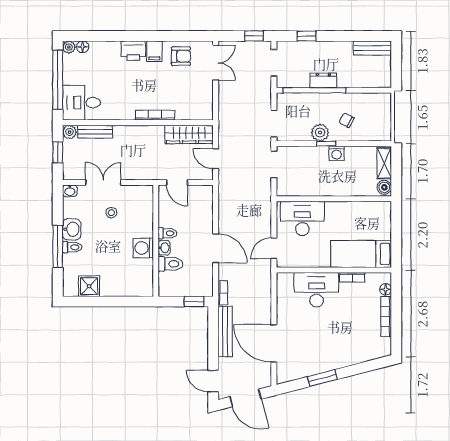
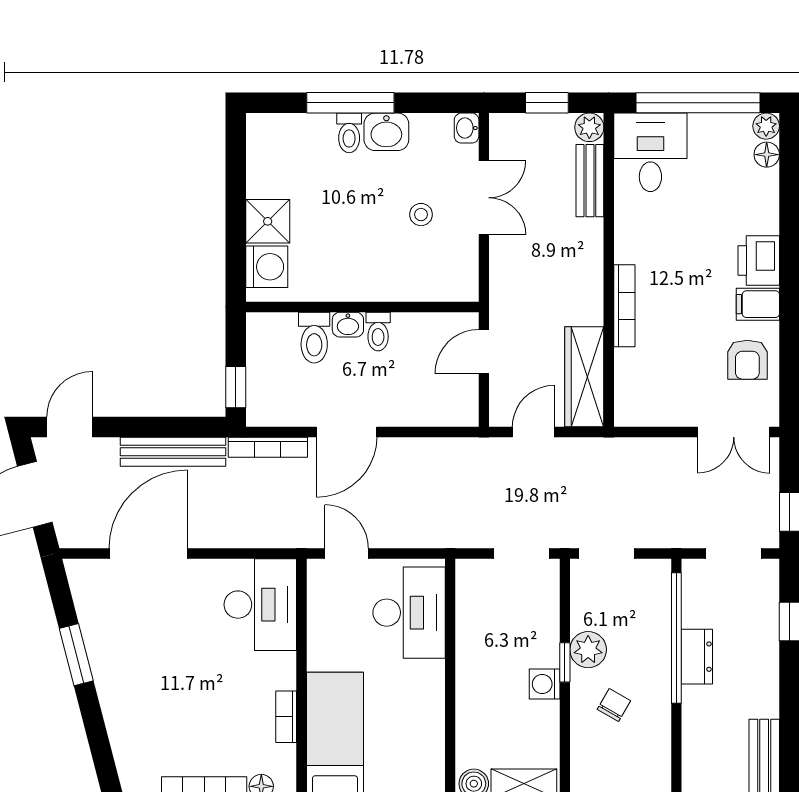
washing machine: (143, 248) -> (267, 267), moved, turned 90
shower: (89, 286) -> (268, 221), moved
desk: (316, 290) -> (260, 605), moved
bookcase: (223, 293) -> (268, 447), width x1.56

